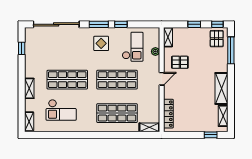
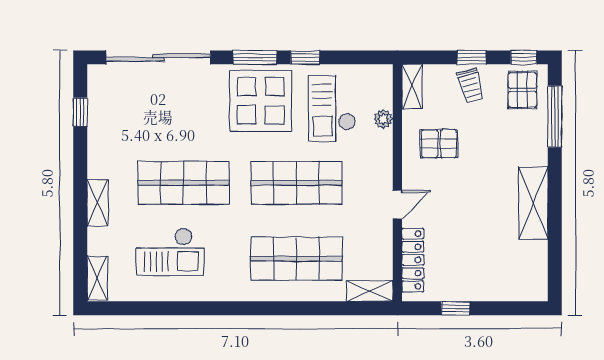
trolley: (194, 37) -> (471, 86), added
display table: (101, 43) -> (261, 101), width x1.86, depth x1.86
checkout: (133, 47) -> (332, 108), turned 180
door: (162, 79) -> (397, 205), moved
shelving: (223, 116) -> (537, 265), removed
window: (211, 135) -> (456, 308), moved

